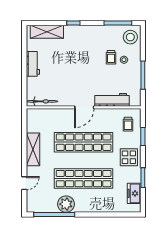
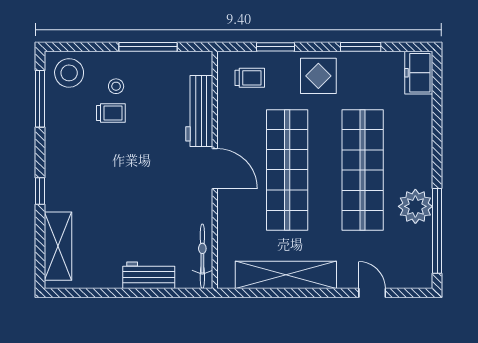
workbench: (33, 64) -> (149, 275), moved
shelving: (33, 149) -> (286, 275), width x1.47
freezer: (134, 193) -> (419, 73), moved, turned 90

